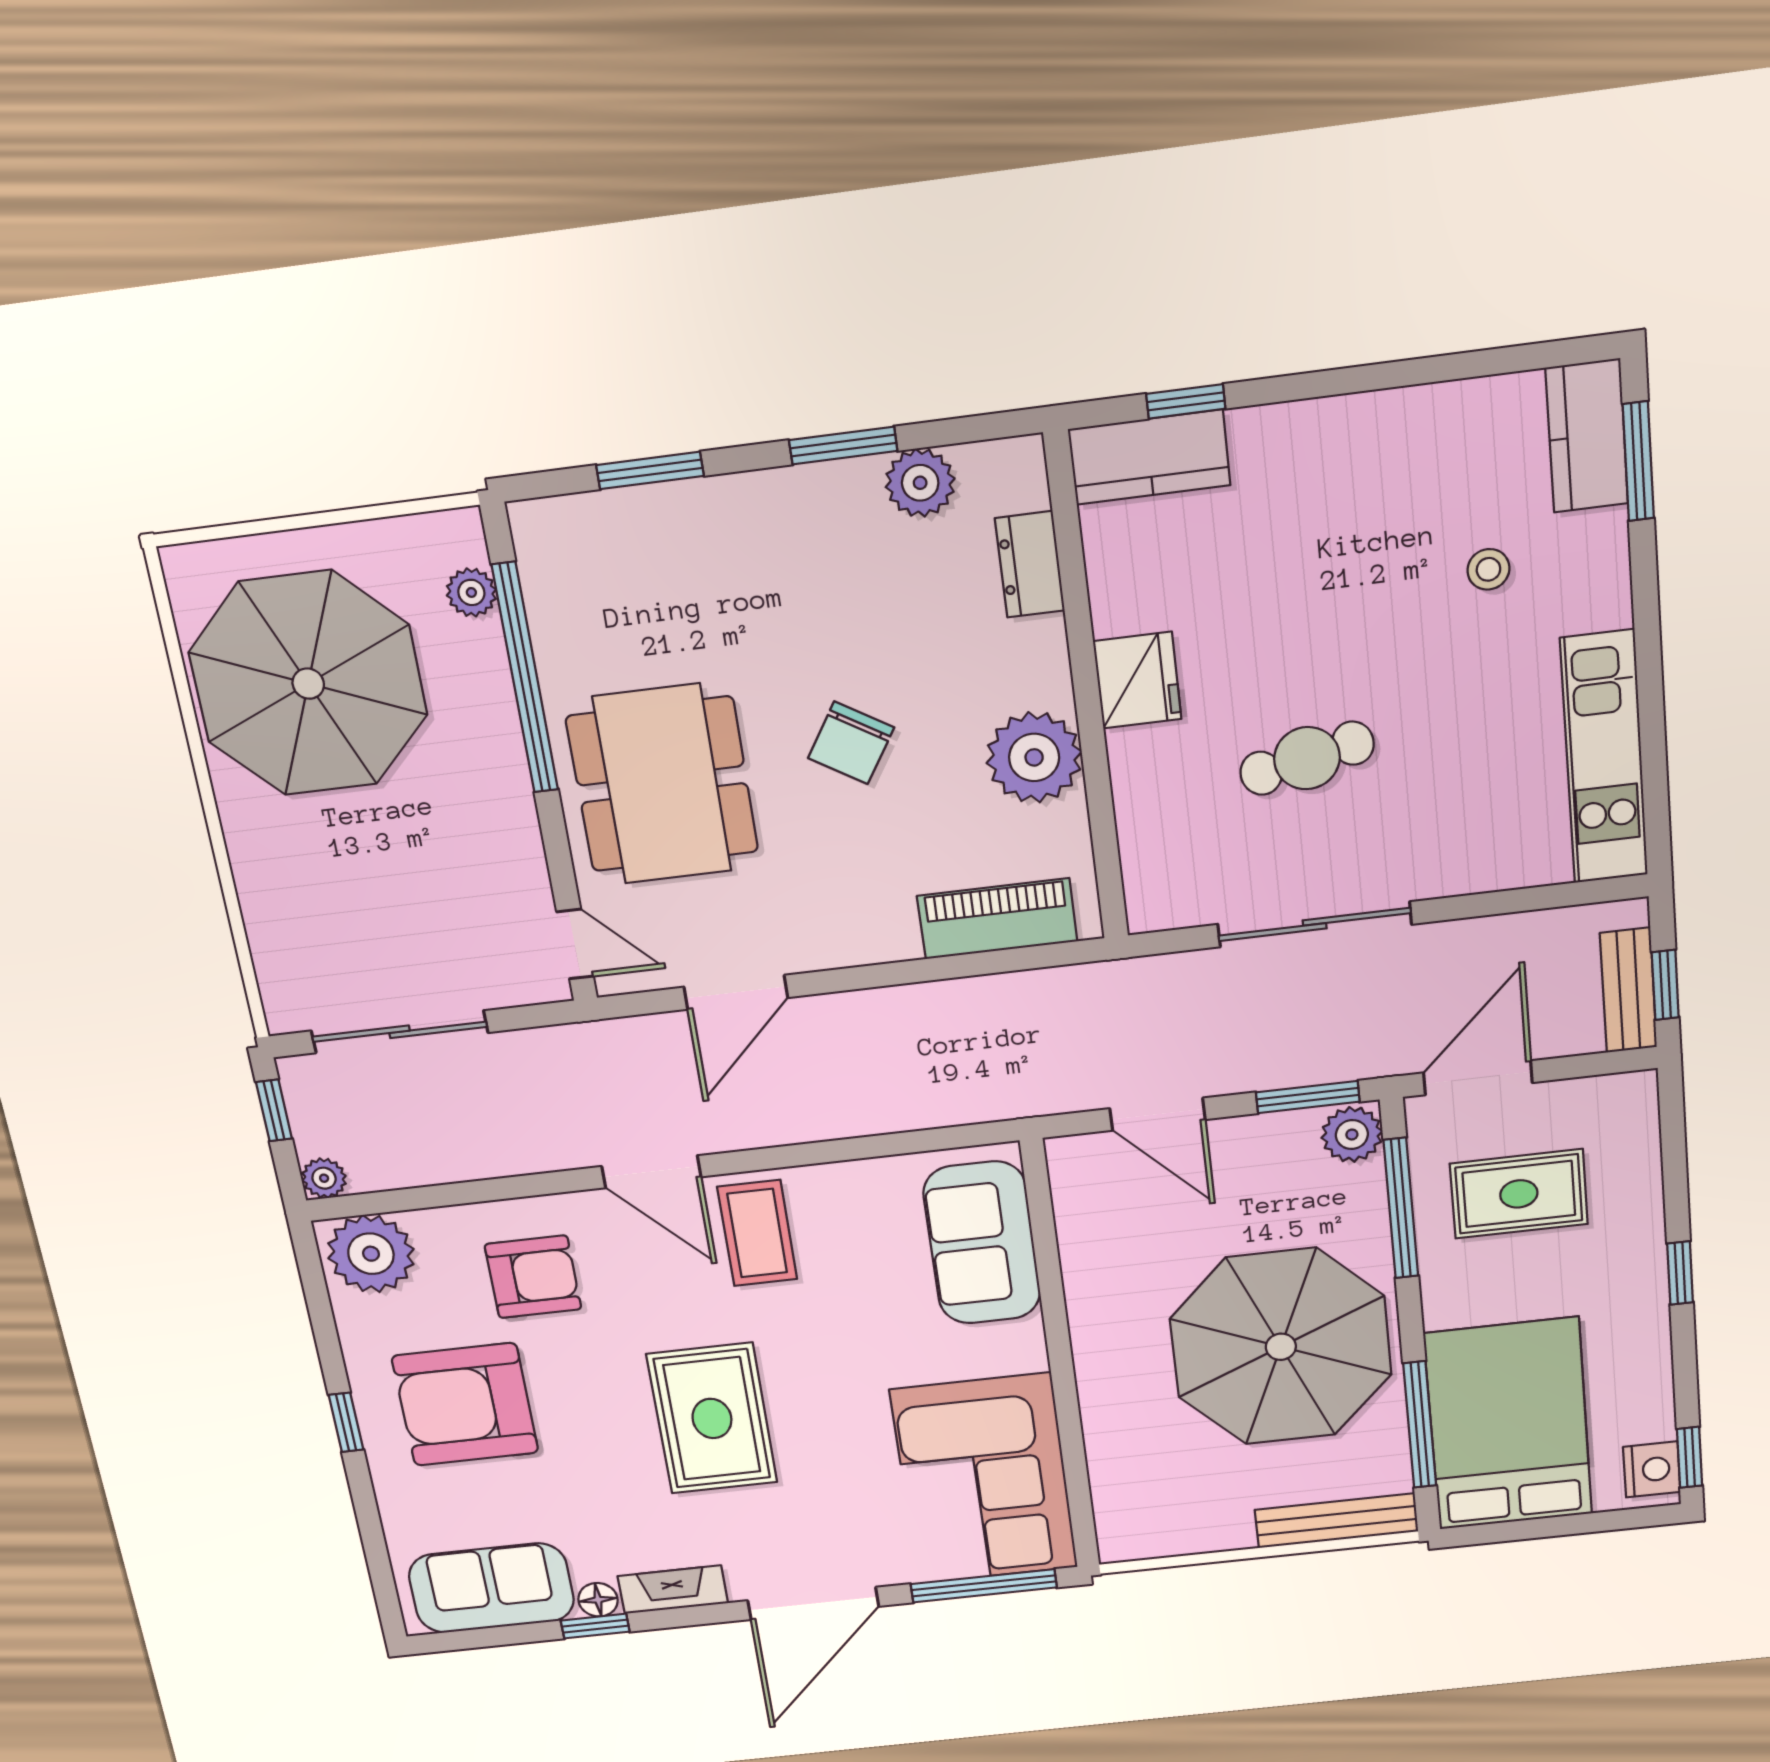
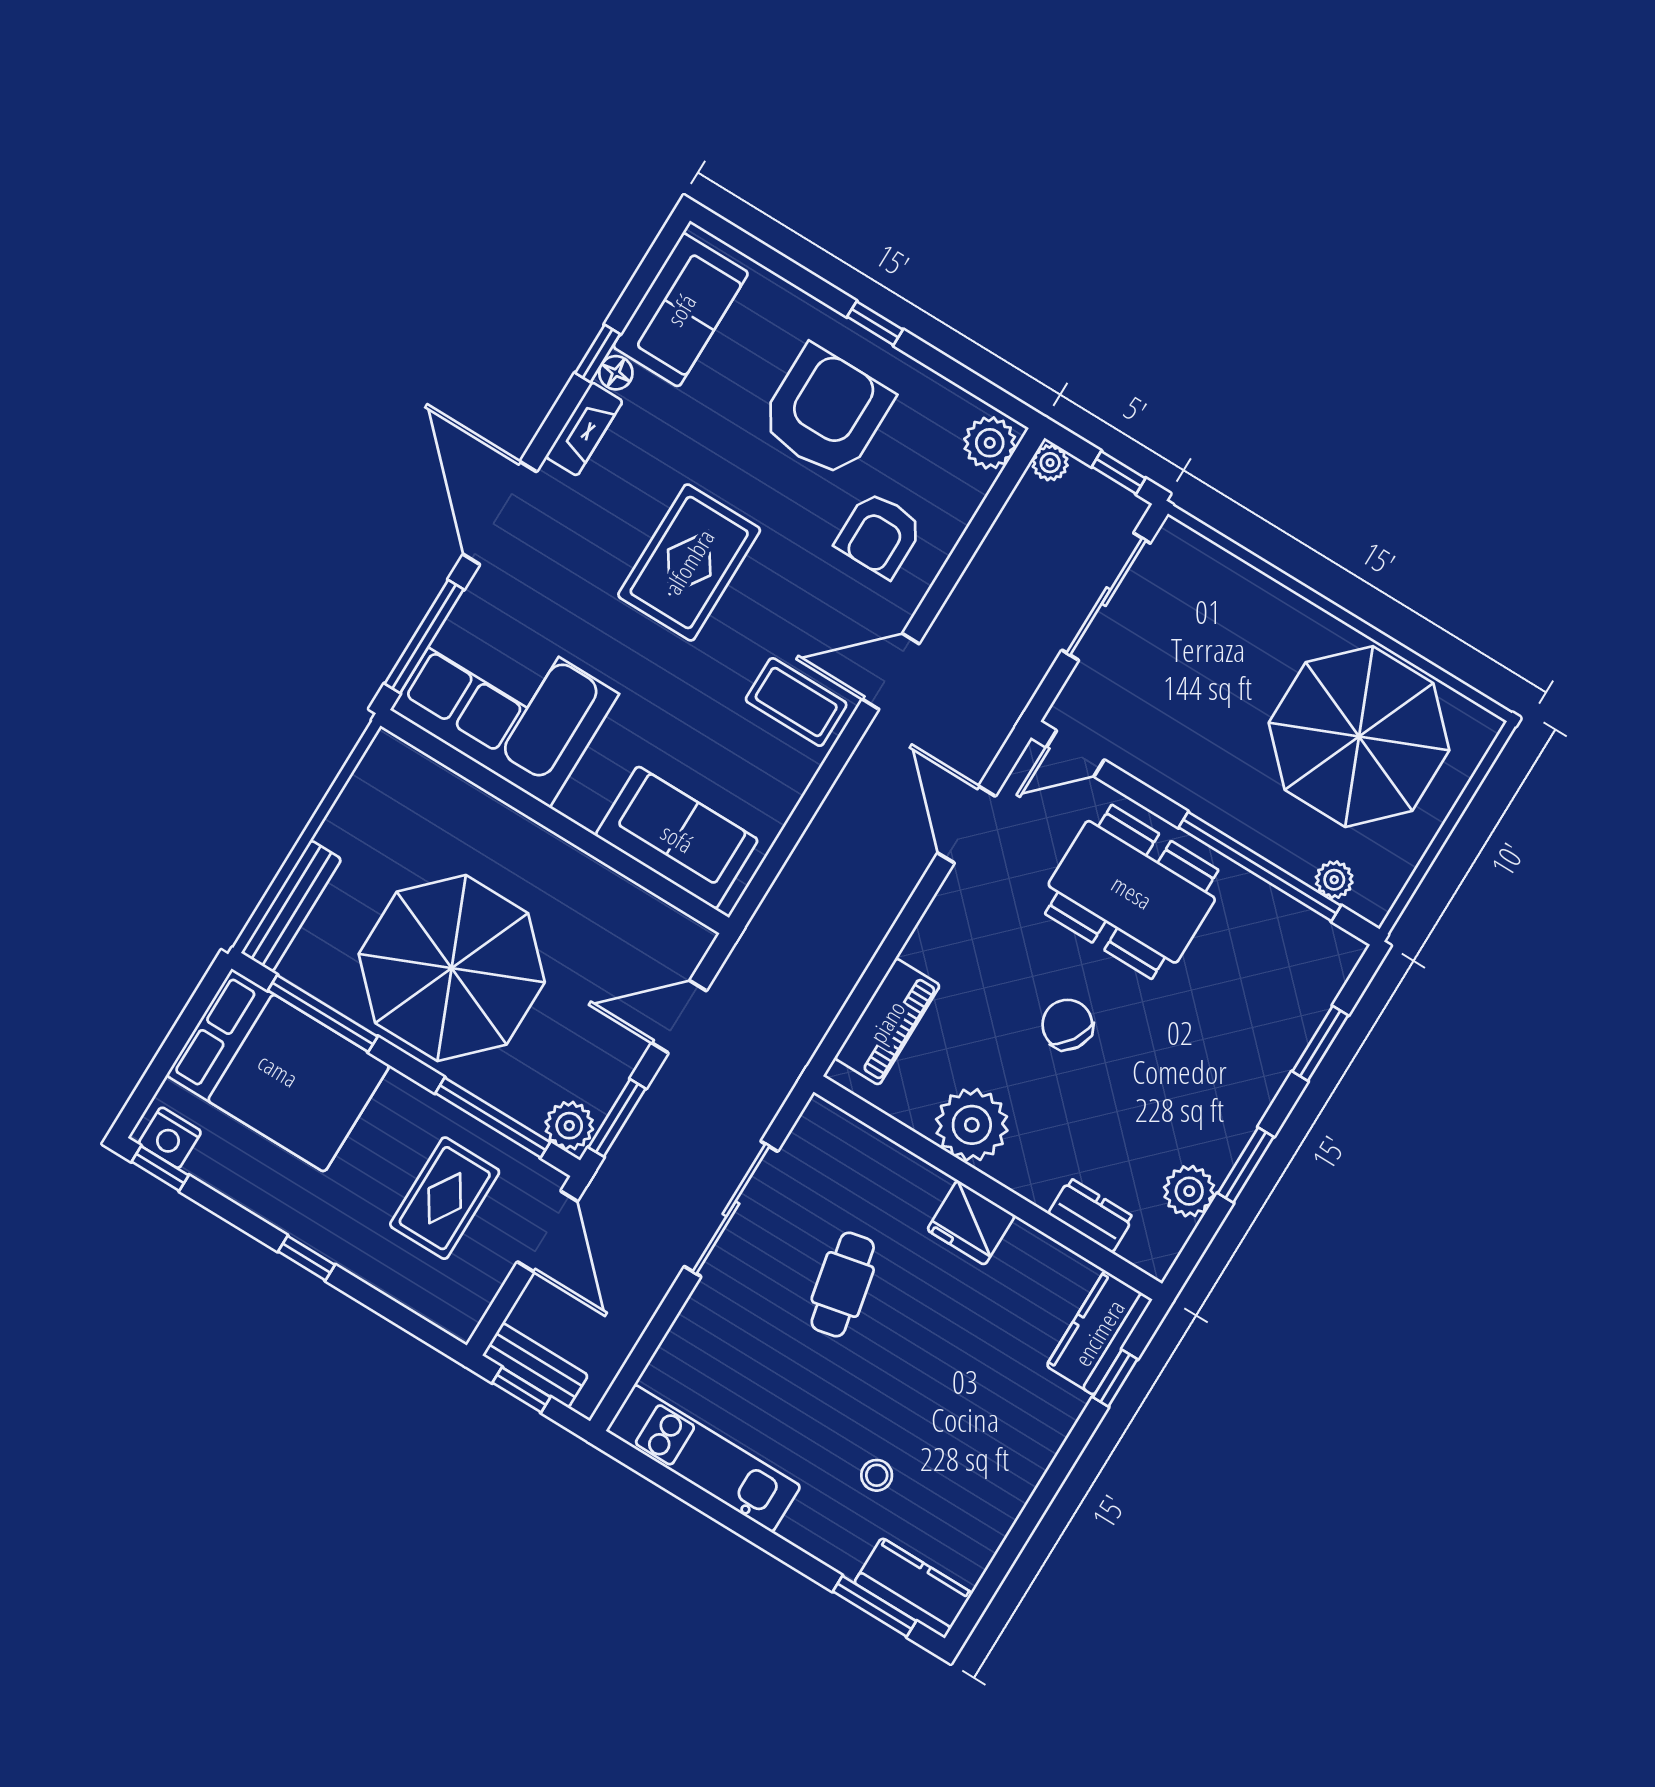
plant: (371, 1254) -> (990, 443), width x0.73, depth x0.73
rug: (712, 1418) -> (689, 562), turned 90

